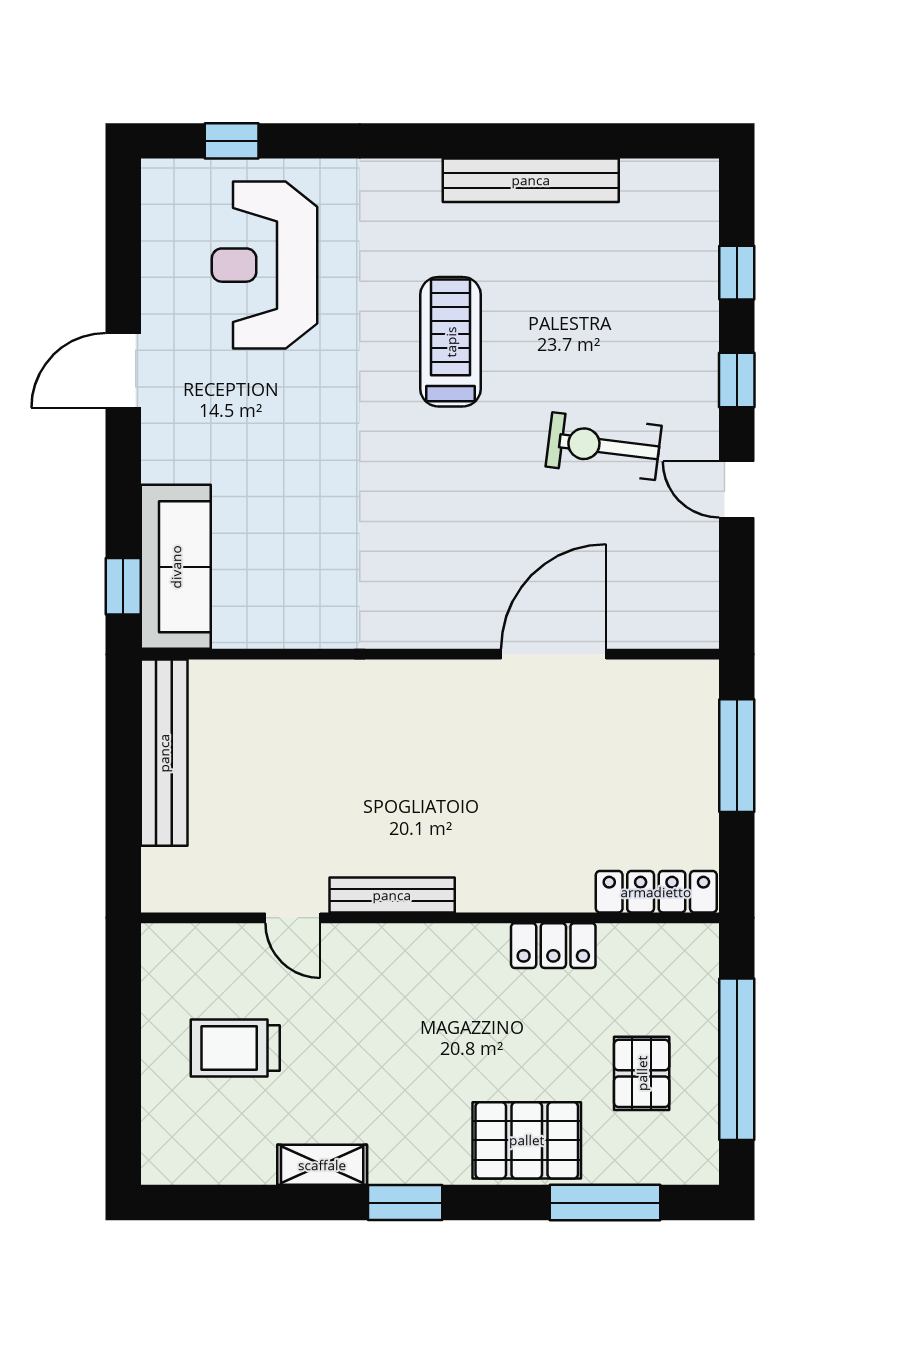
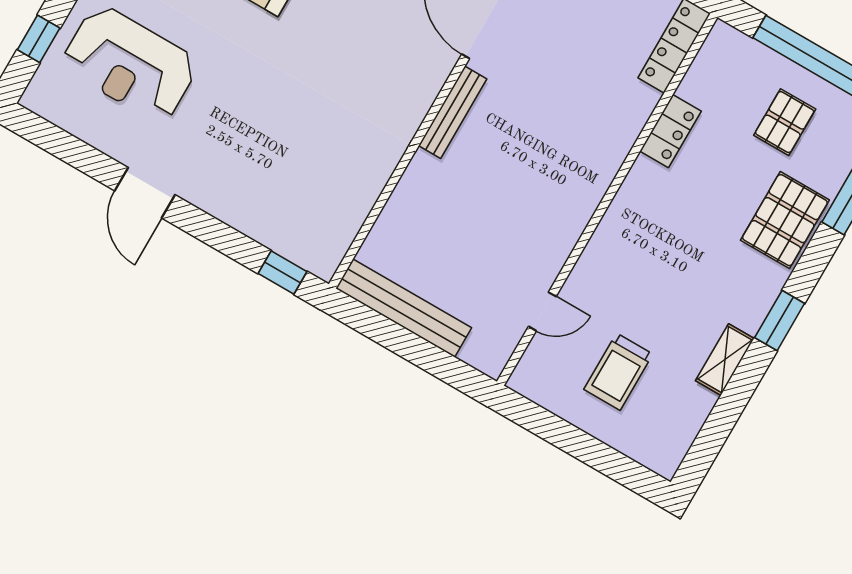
sofa: (176, 567) -> (290, 232), removed
bench: (392, 895) -> (453, 112), moved
door: (293, 918) -> (542, 311), moved
pallet: (642, 1073) -> (785, 122), turned 90

